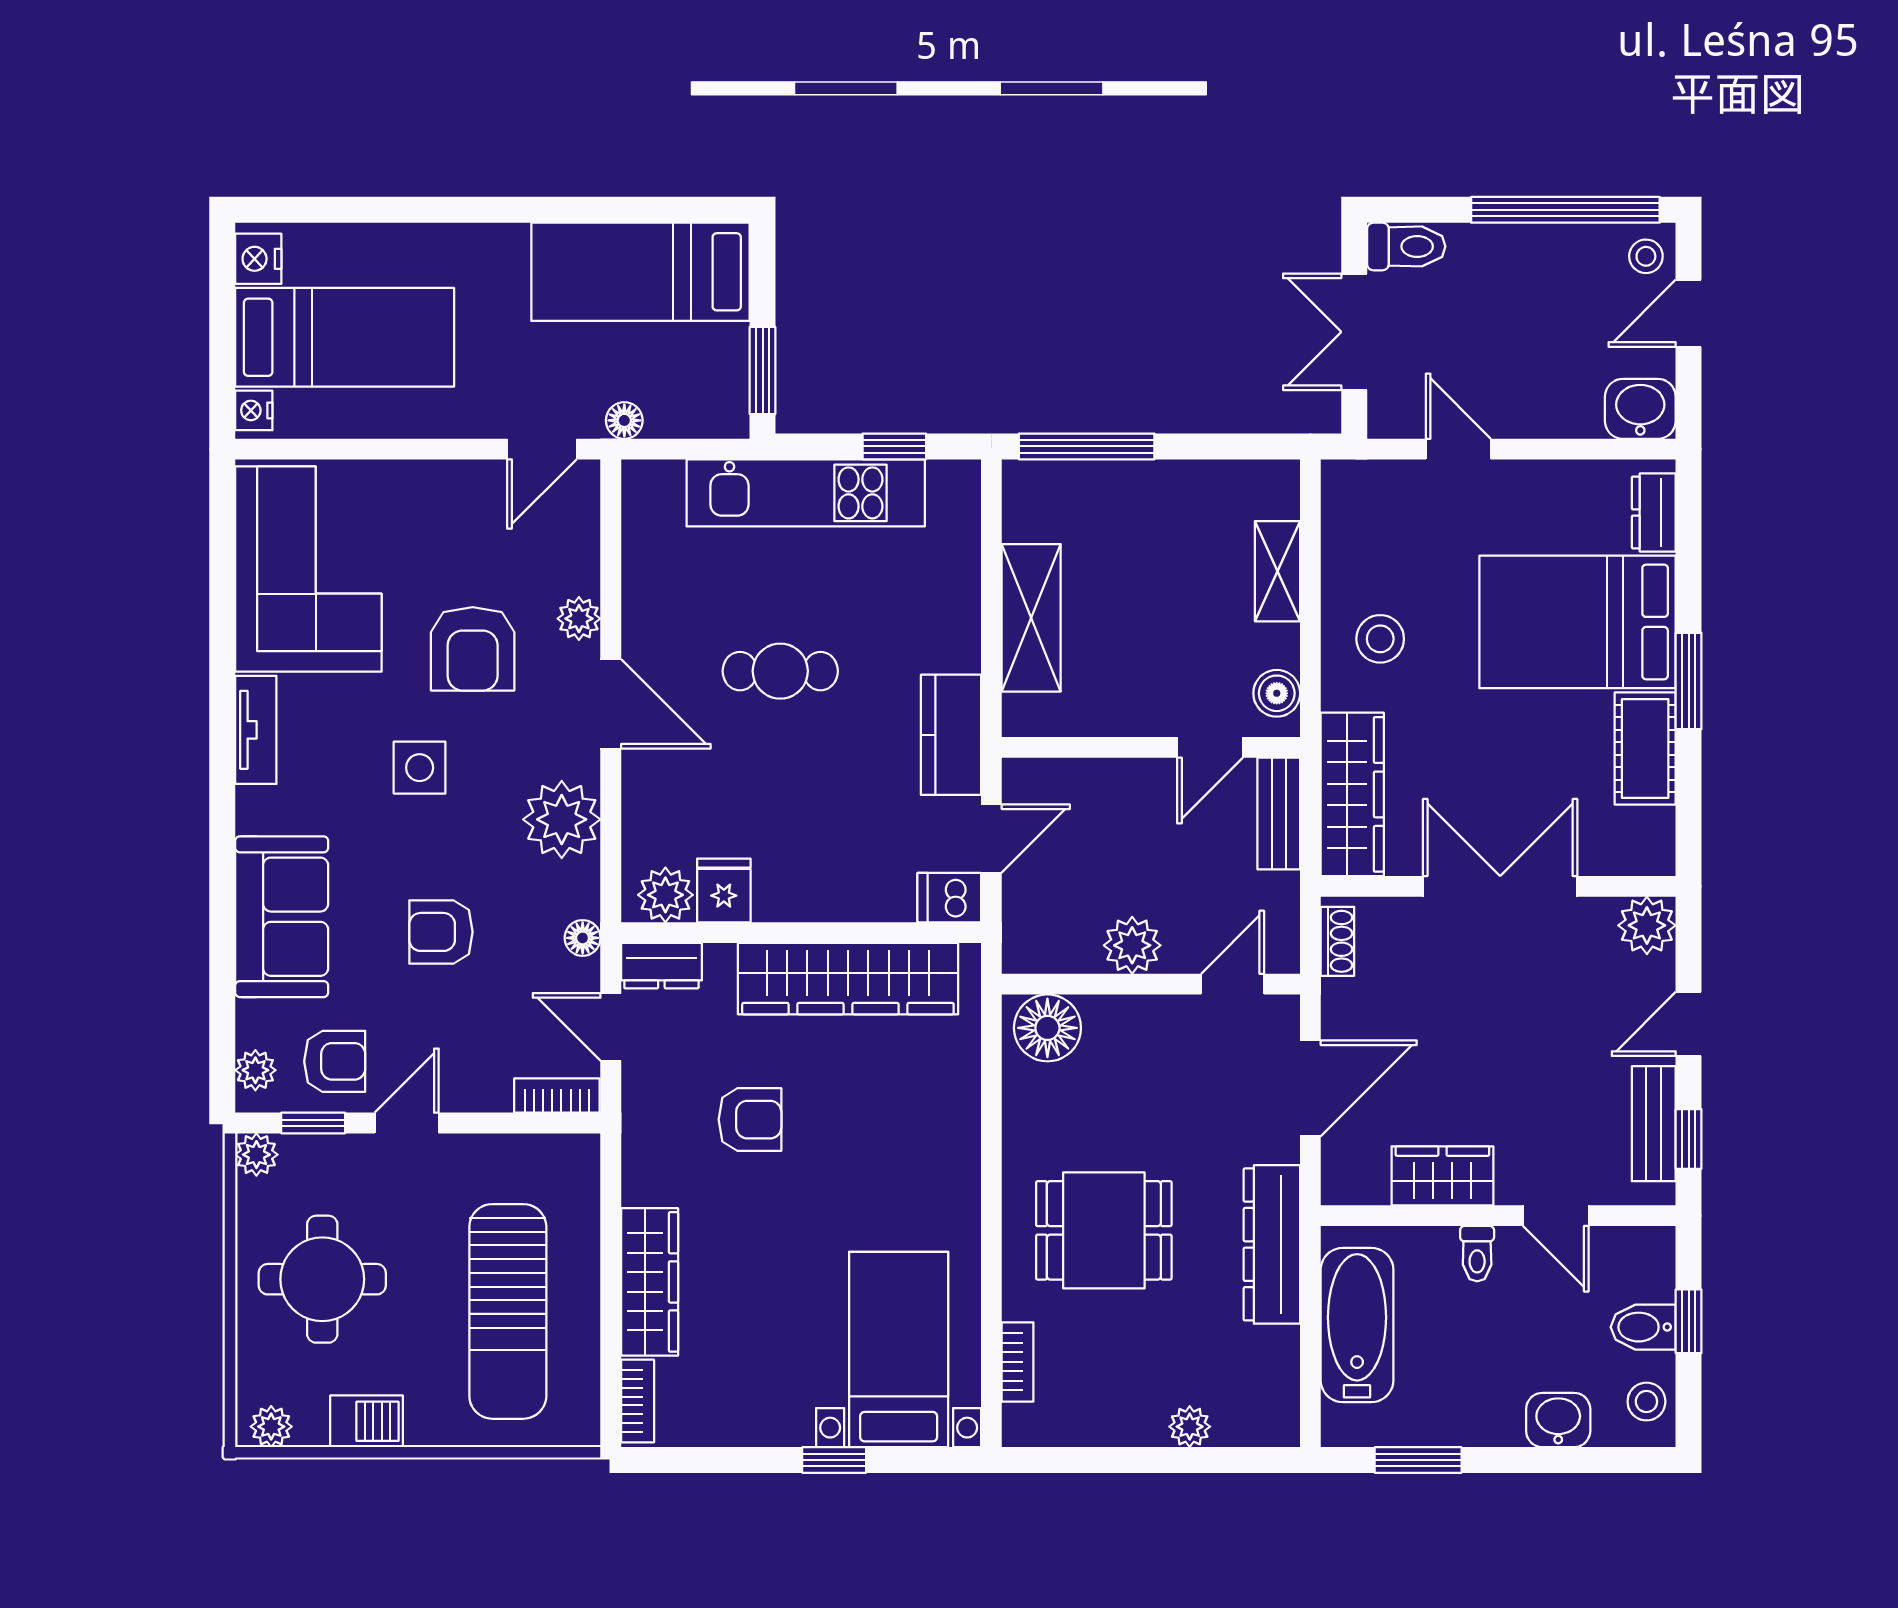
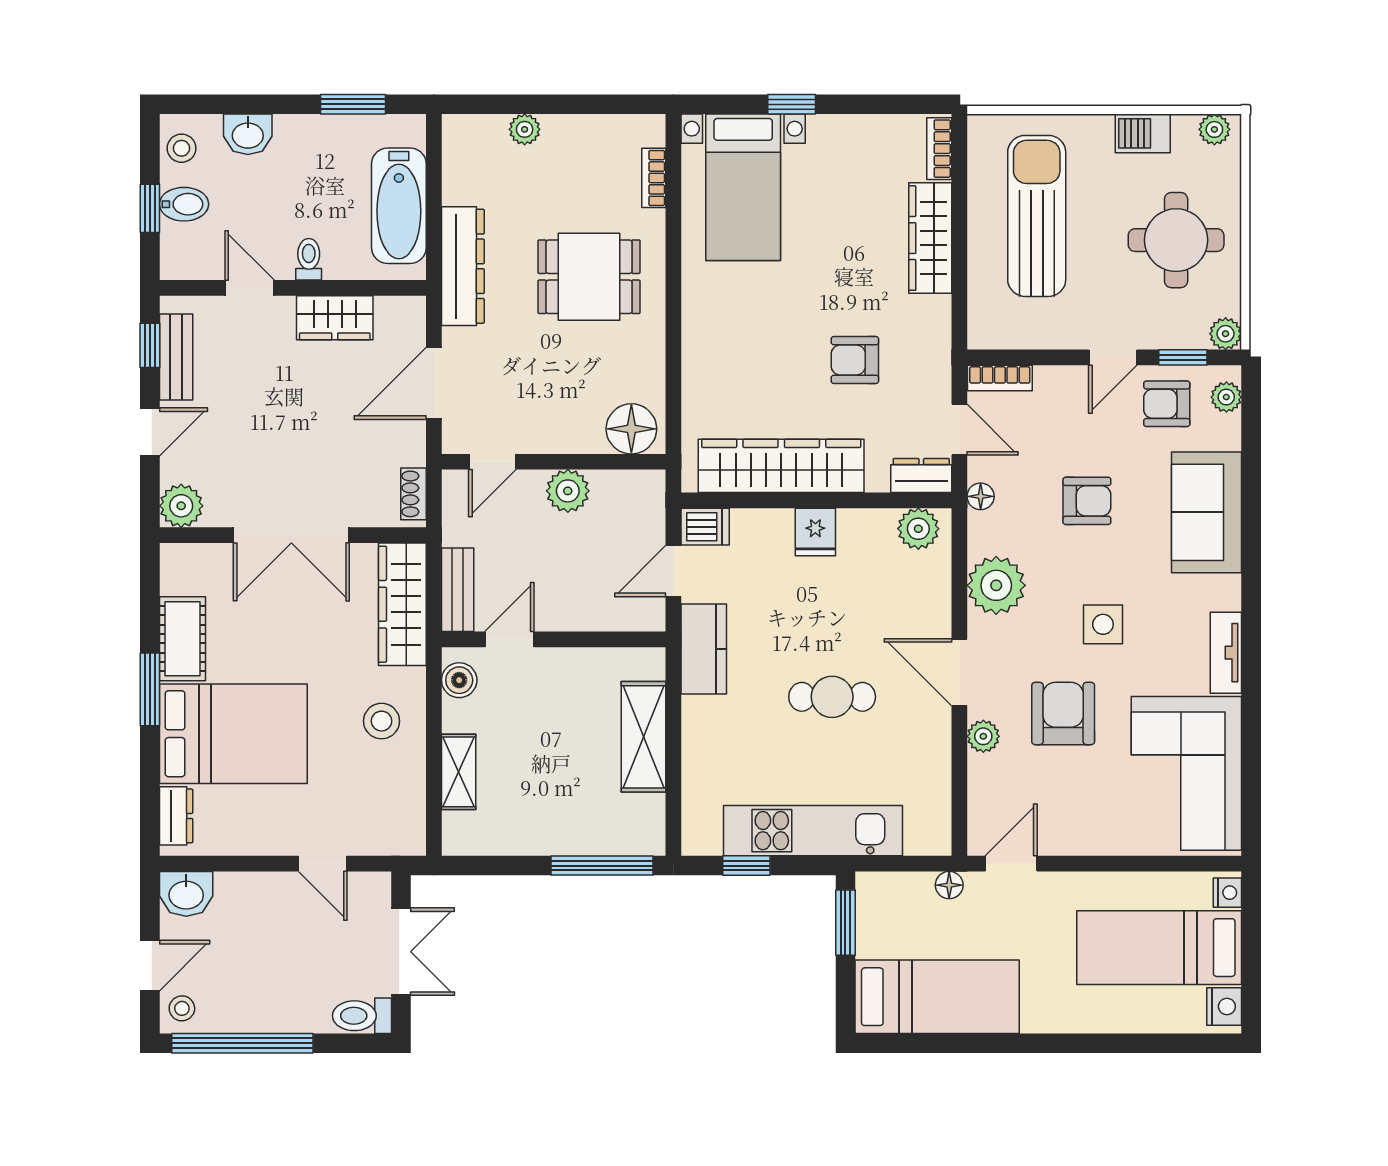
fridge: (724, 890) -> (815, 532), moved

